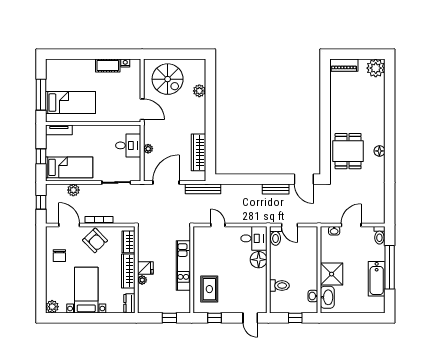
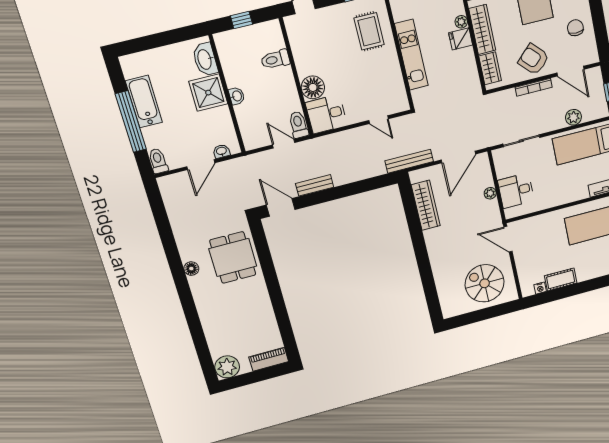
plant: (199, 91) -> (442, 280), removed
washbasin: (313, 296) -> (237, 96), moved

